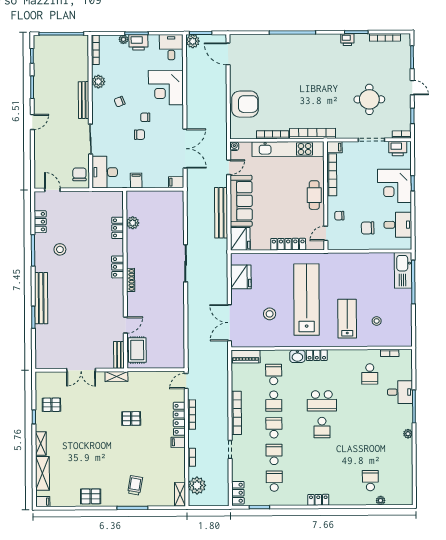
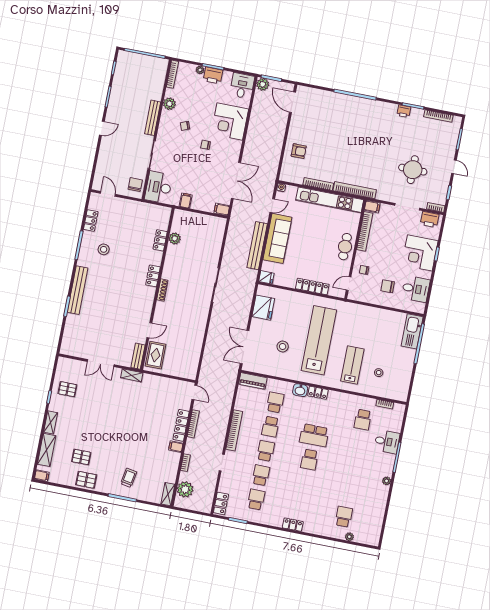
armchair: (245, 104) -> (299, 151), width x0.53, depth x0.53
chair: (139, 135) -> (197, 159), removed
fridge: (240, 239) -> (266, 277), width x0.53, depth x0.75
door: (186, 381) -> (194, 392), swing flipped
pallet: (131, 418) -> (81, 457), moved

